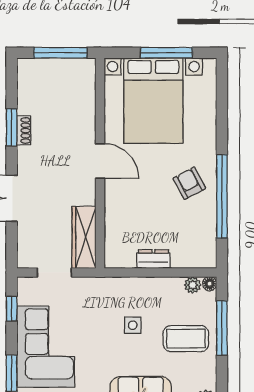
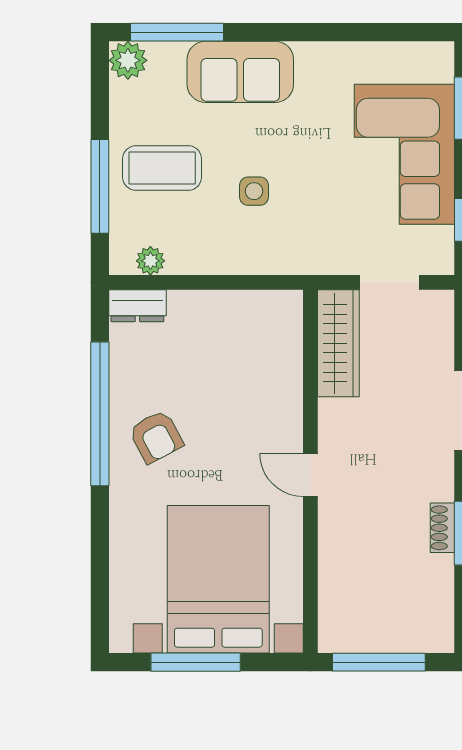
door: (100, 161) -> (310, 475), width x0.73
dresser: (153, 259) -> (137, 306), moved
floor lamp: (210, 284) -> (121, 263), removed

